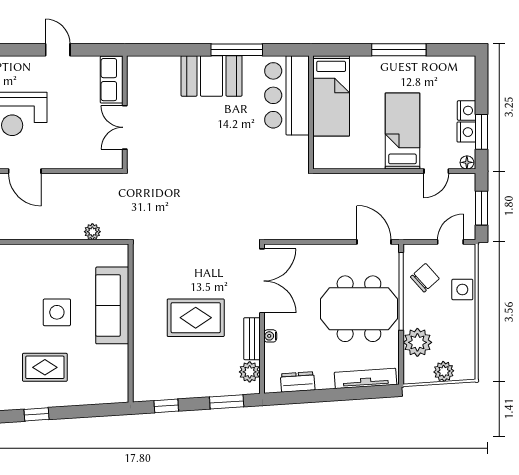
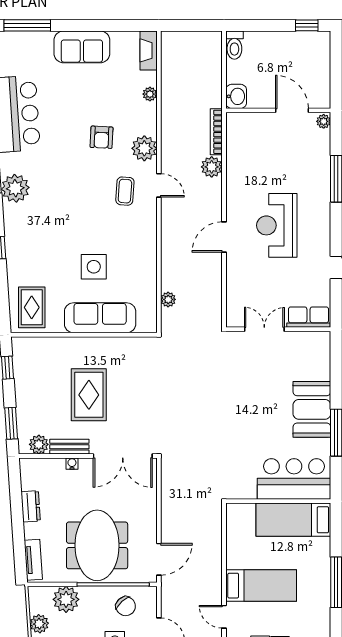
rug: (45, 367) -> (32, 307), moved
tv unit: (365, 378) -> (33, 560), width x0.71
dresser: (298, 382) -> (31, 506), moved

